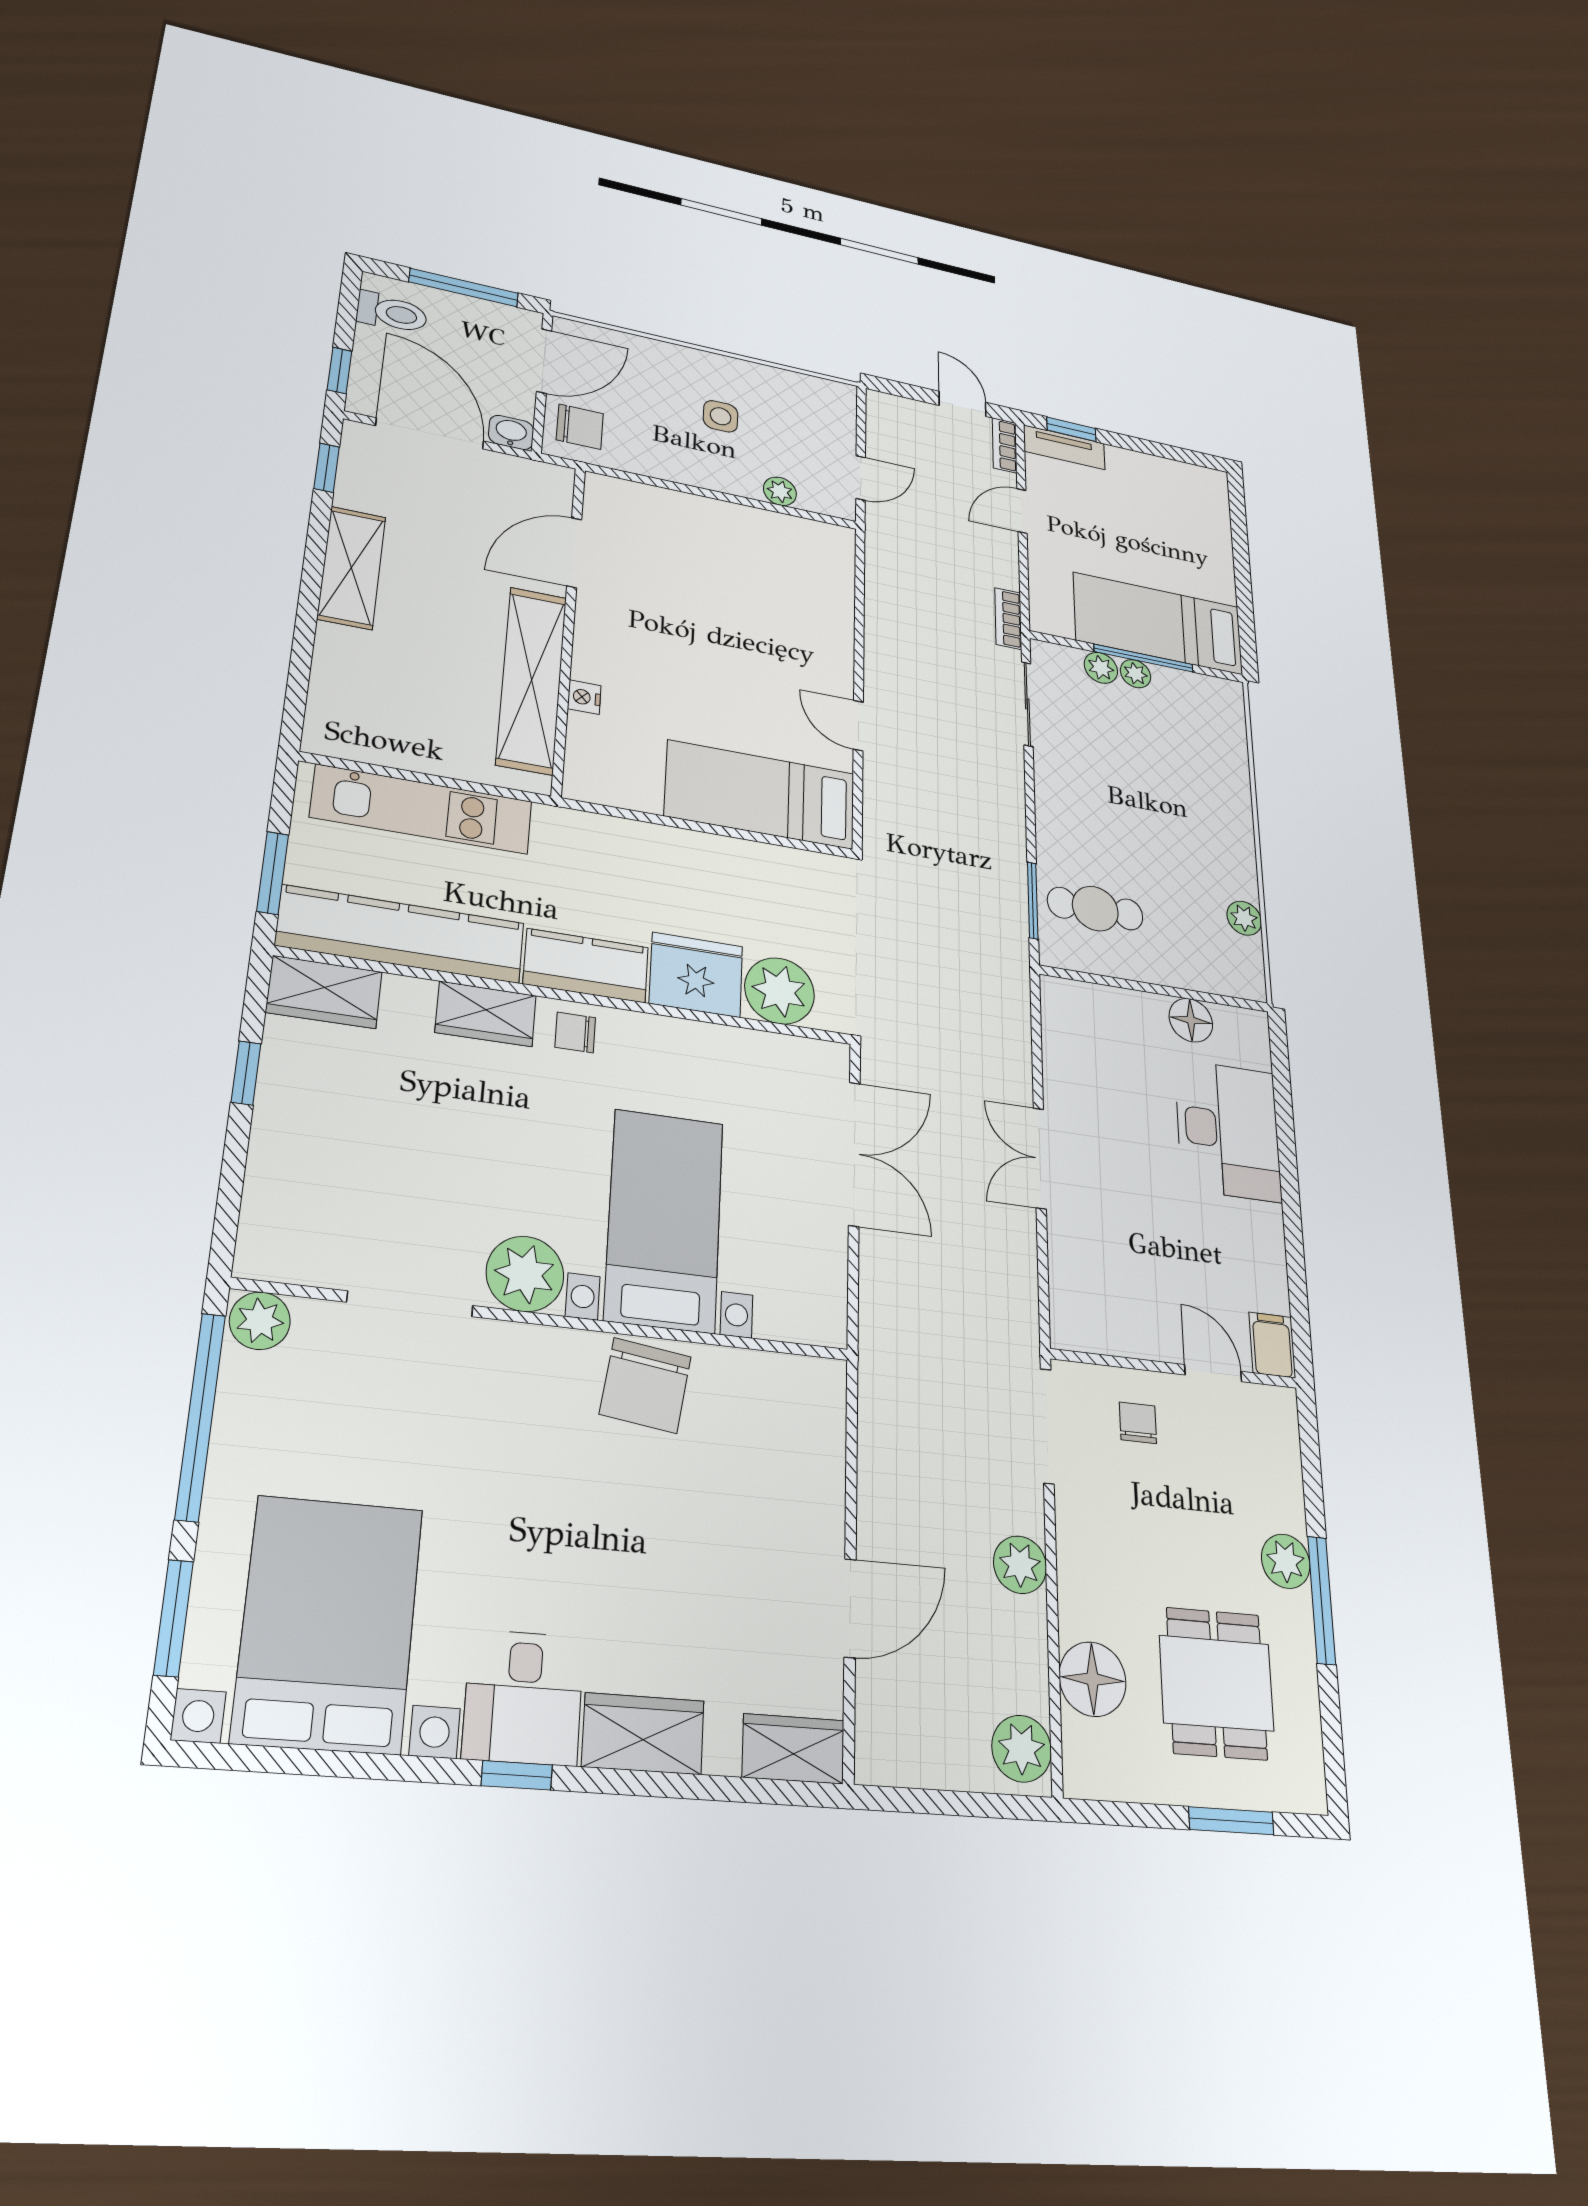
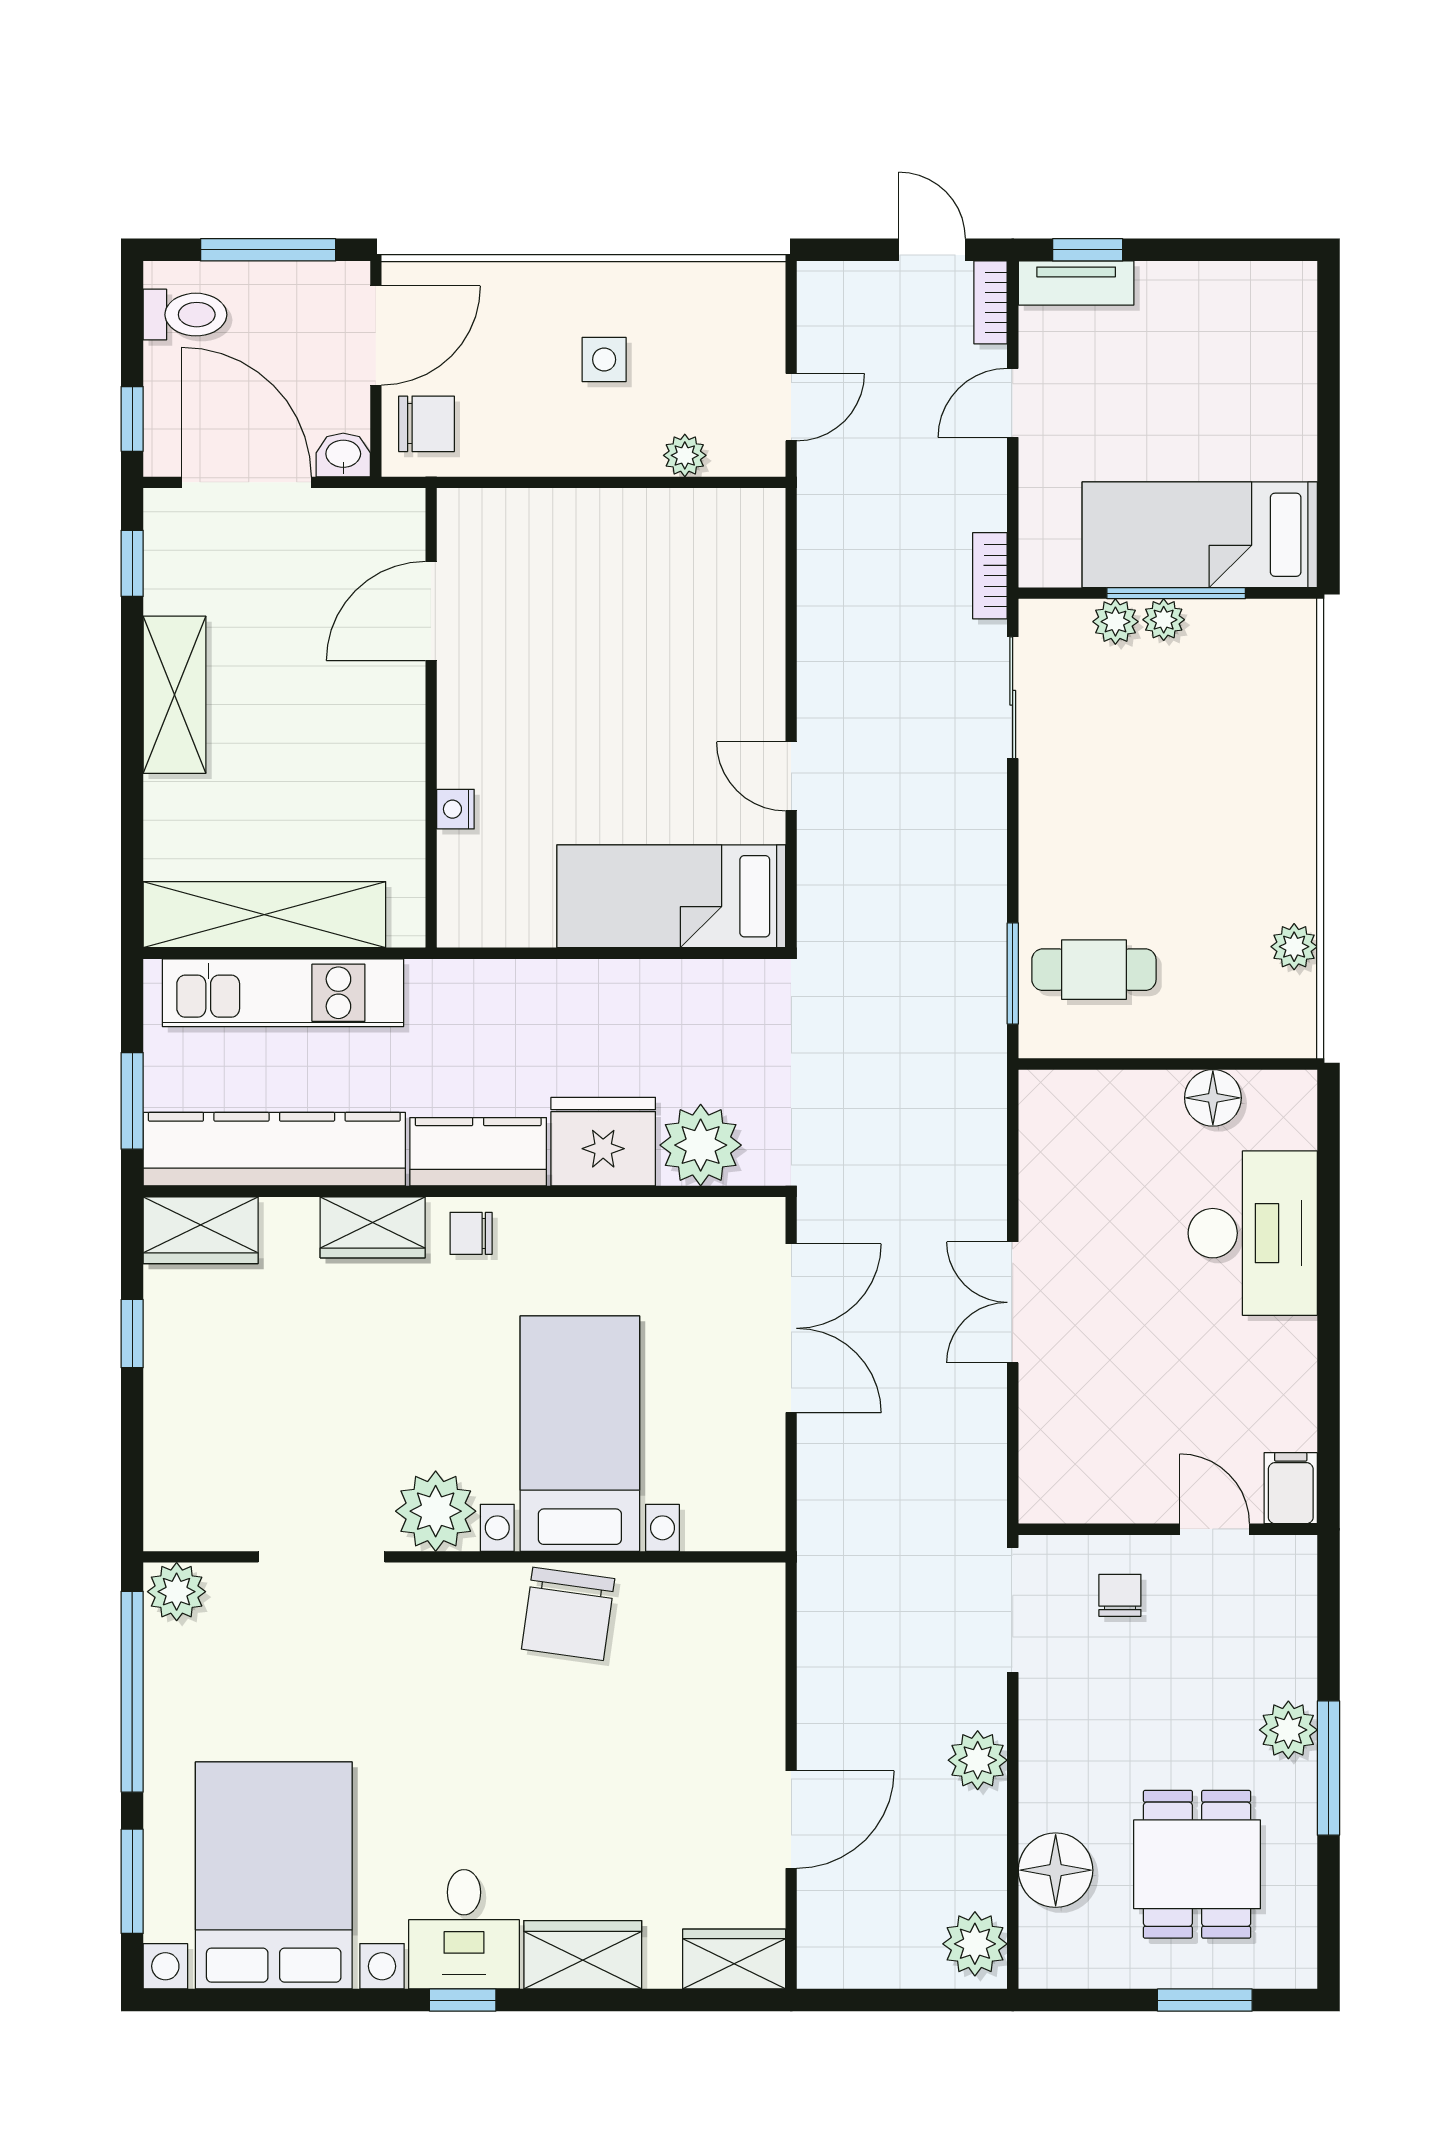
shelving: (532, 680) -> (264, 915), moved, turned 90

